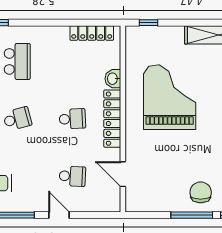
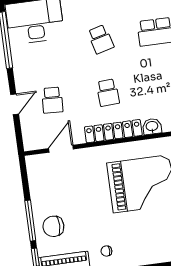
chair: (201, 192) -> (53, 226), turned 180
door: (59, 215) -> (15, 104), moved

